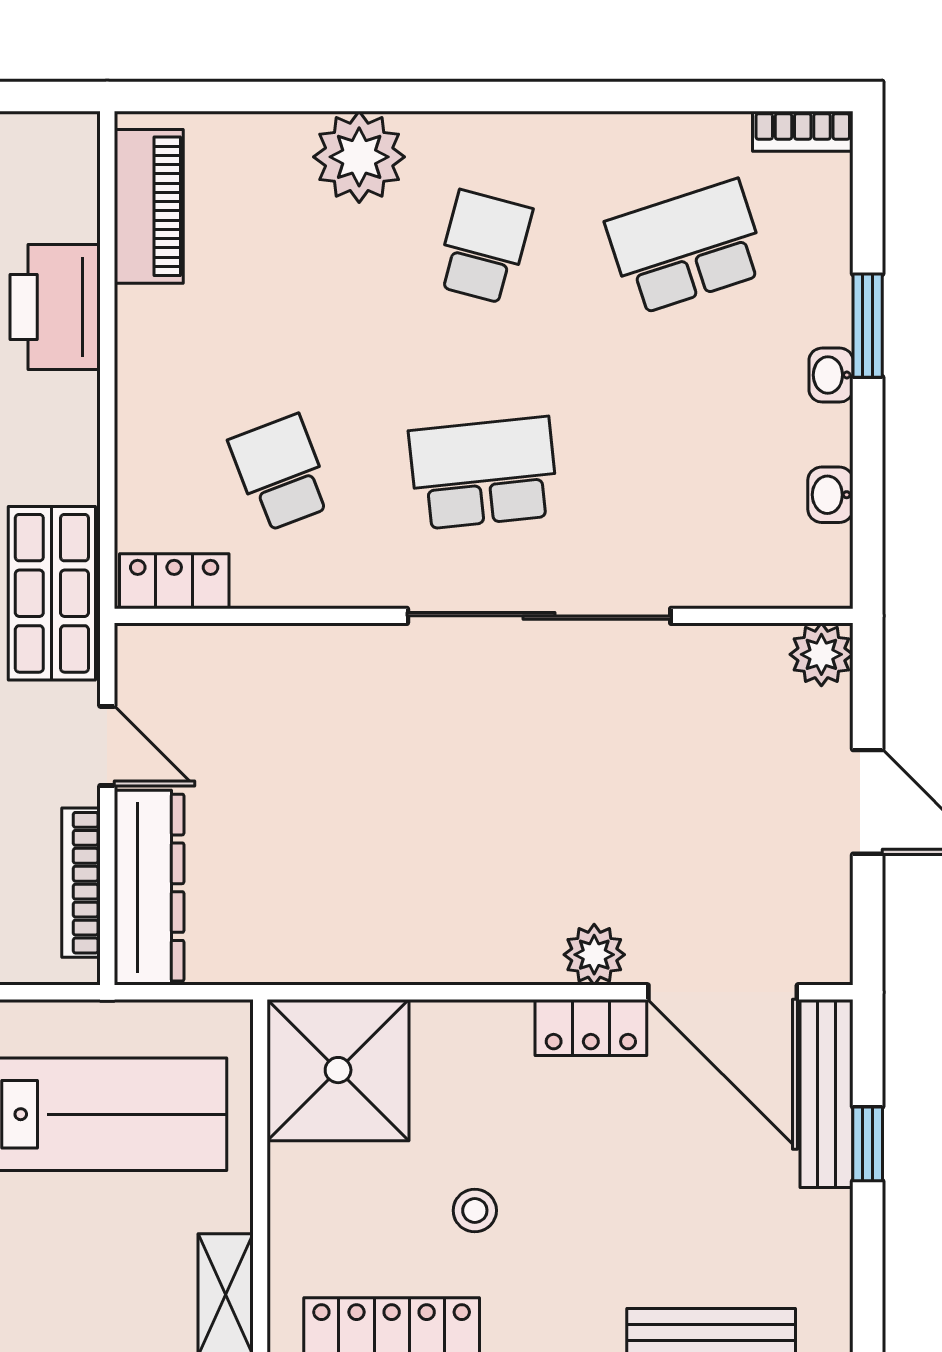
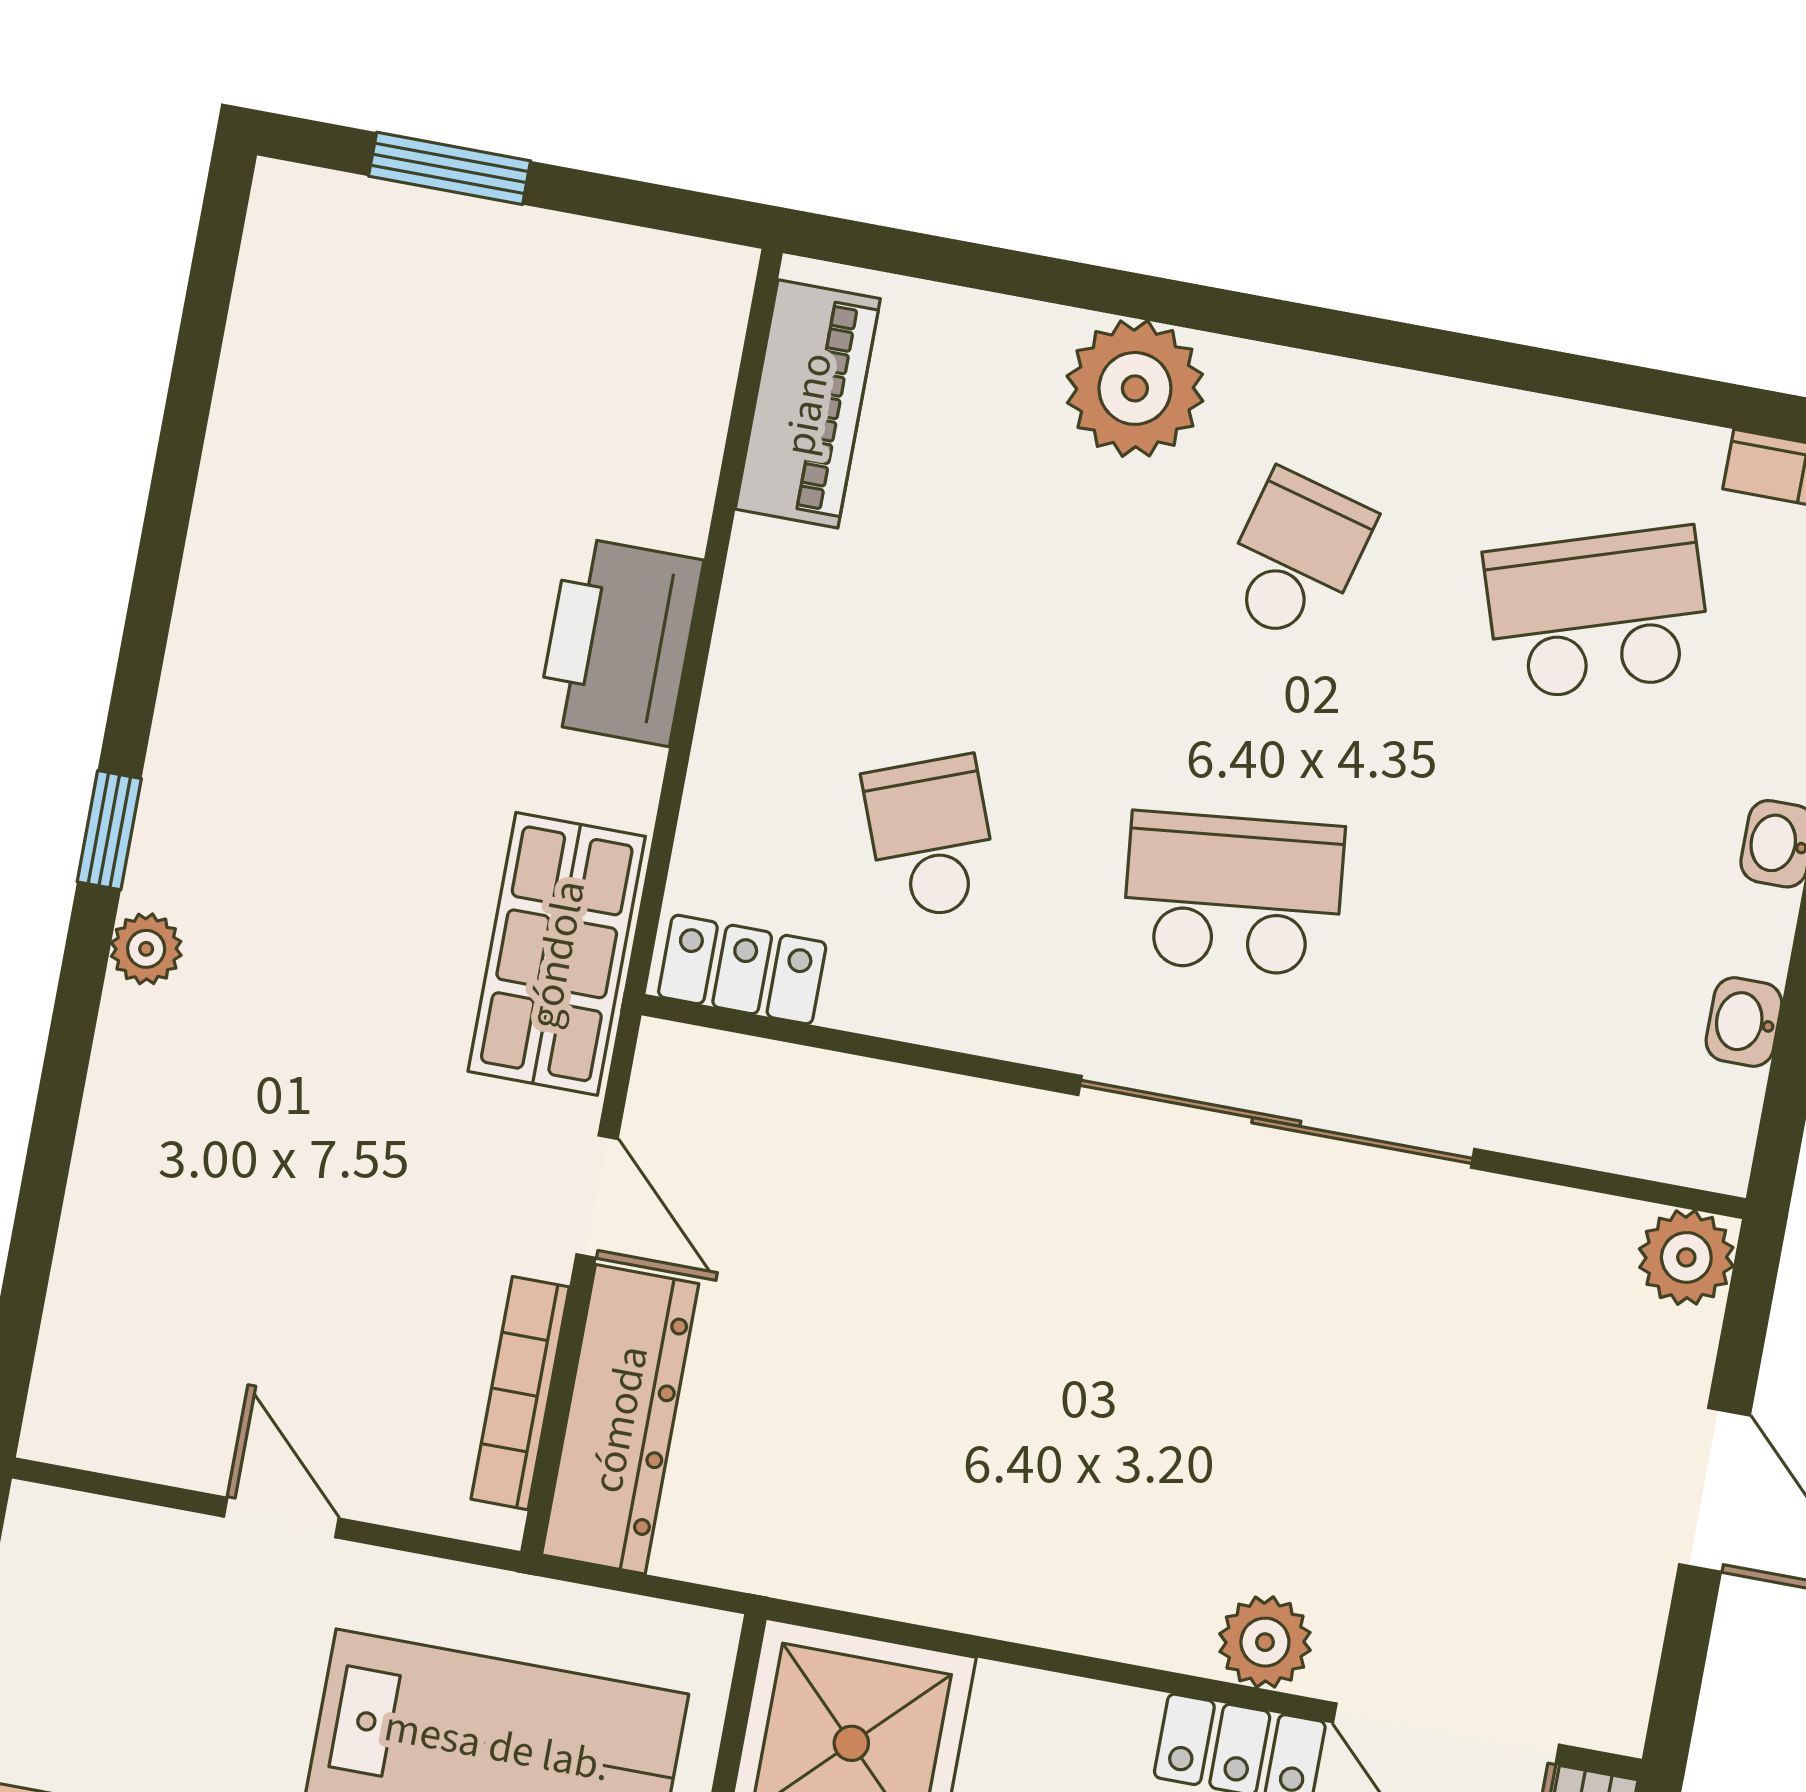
printer: (55, 307) -> (620, 641), moved

